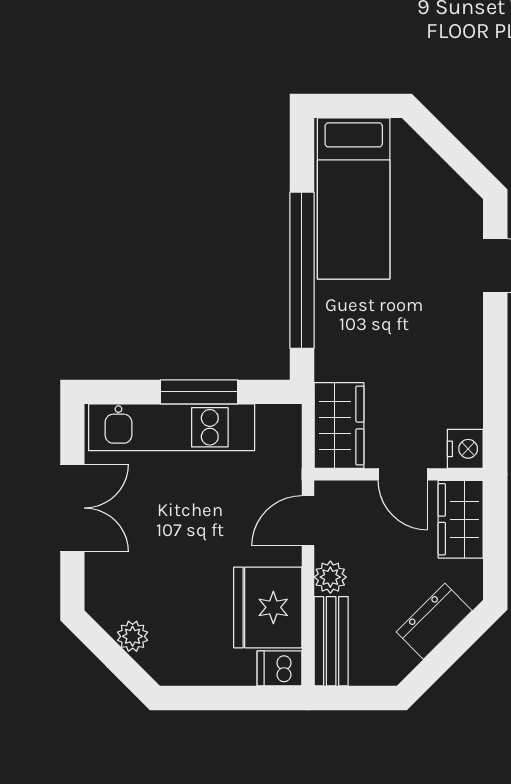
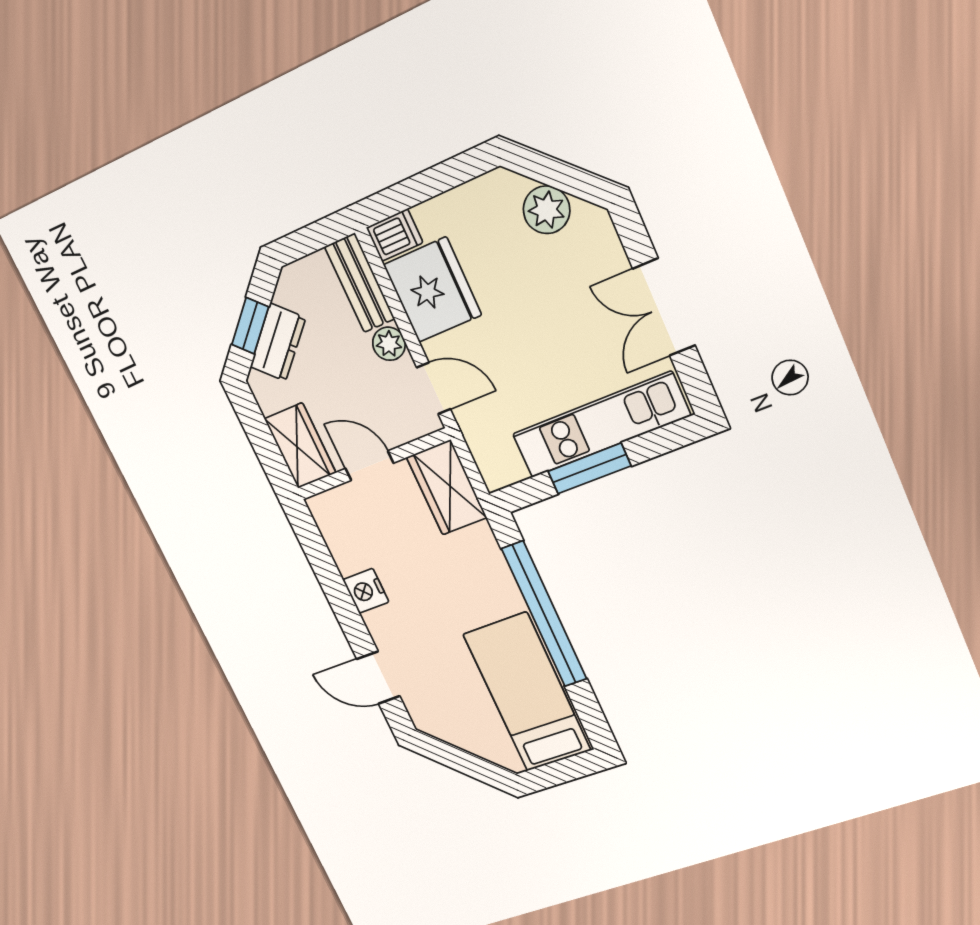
nightstand: (465, 449) -> (366, 591), moved
door: (308, 521) -> (434, 388), hinge flipped
plant: (133, 636) -> (547, 210), width x1.38, depth x1.38
window: (453, 647) -> (250, 326), added

